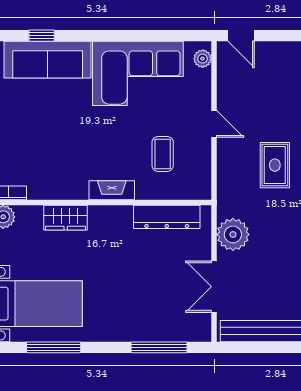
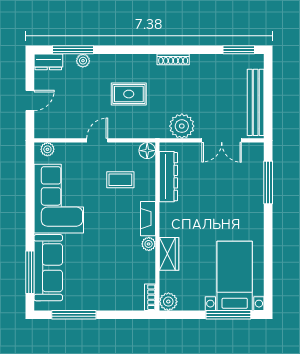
window: (42, 36) -> (30, 272), width x2.17
door: (241, 36) -> (30, 100), moved
floor lamp: (201, 189) -> (147, 151), added
plant: (79, 191) -> (149, 244), added
window: (54, 347) -> (268, 263), removed

